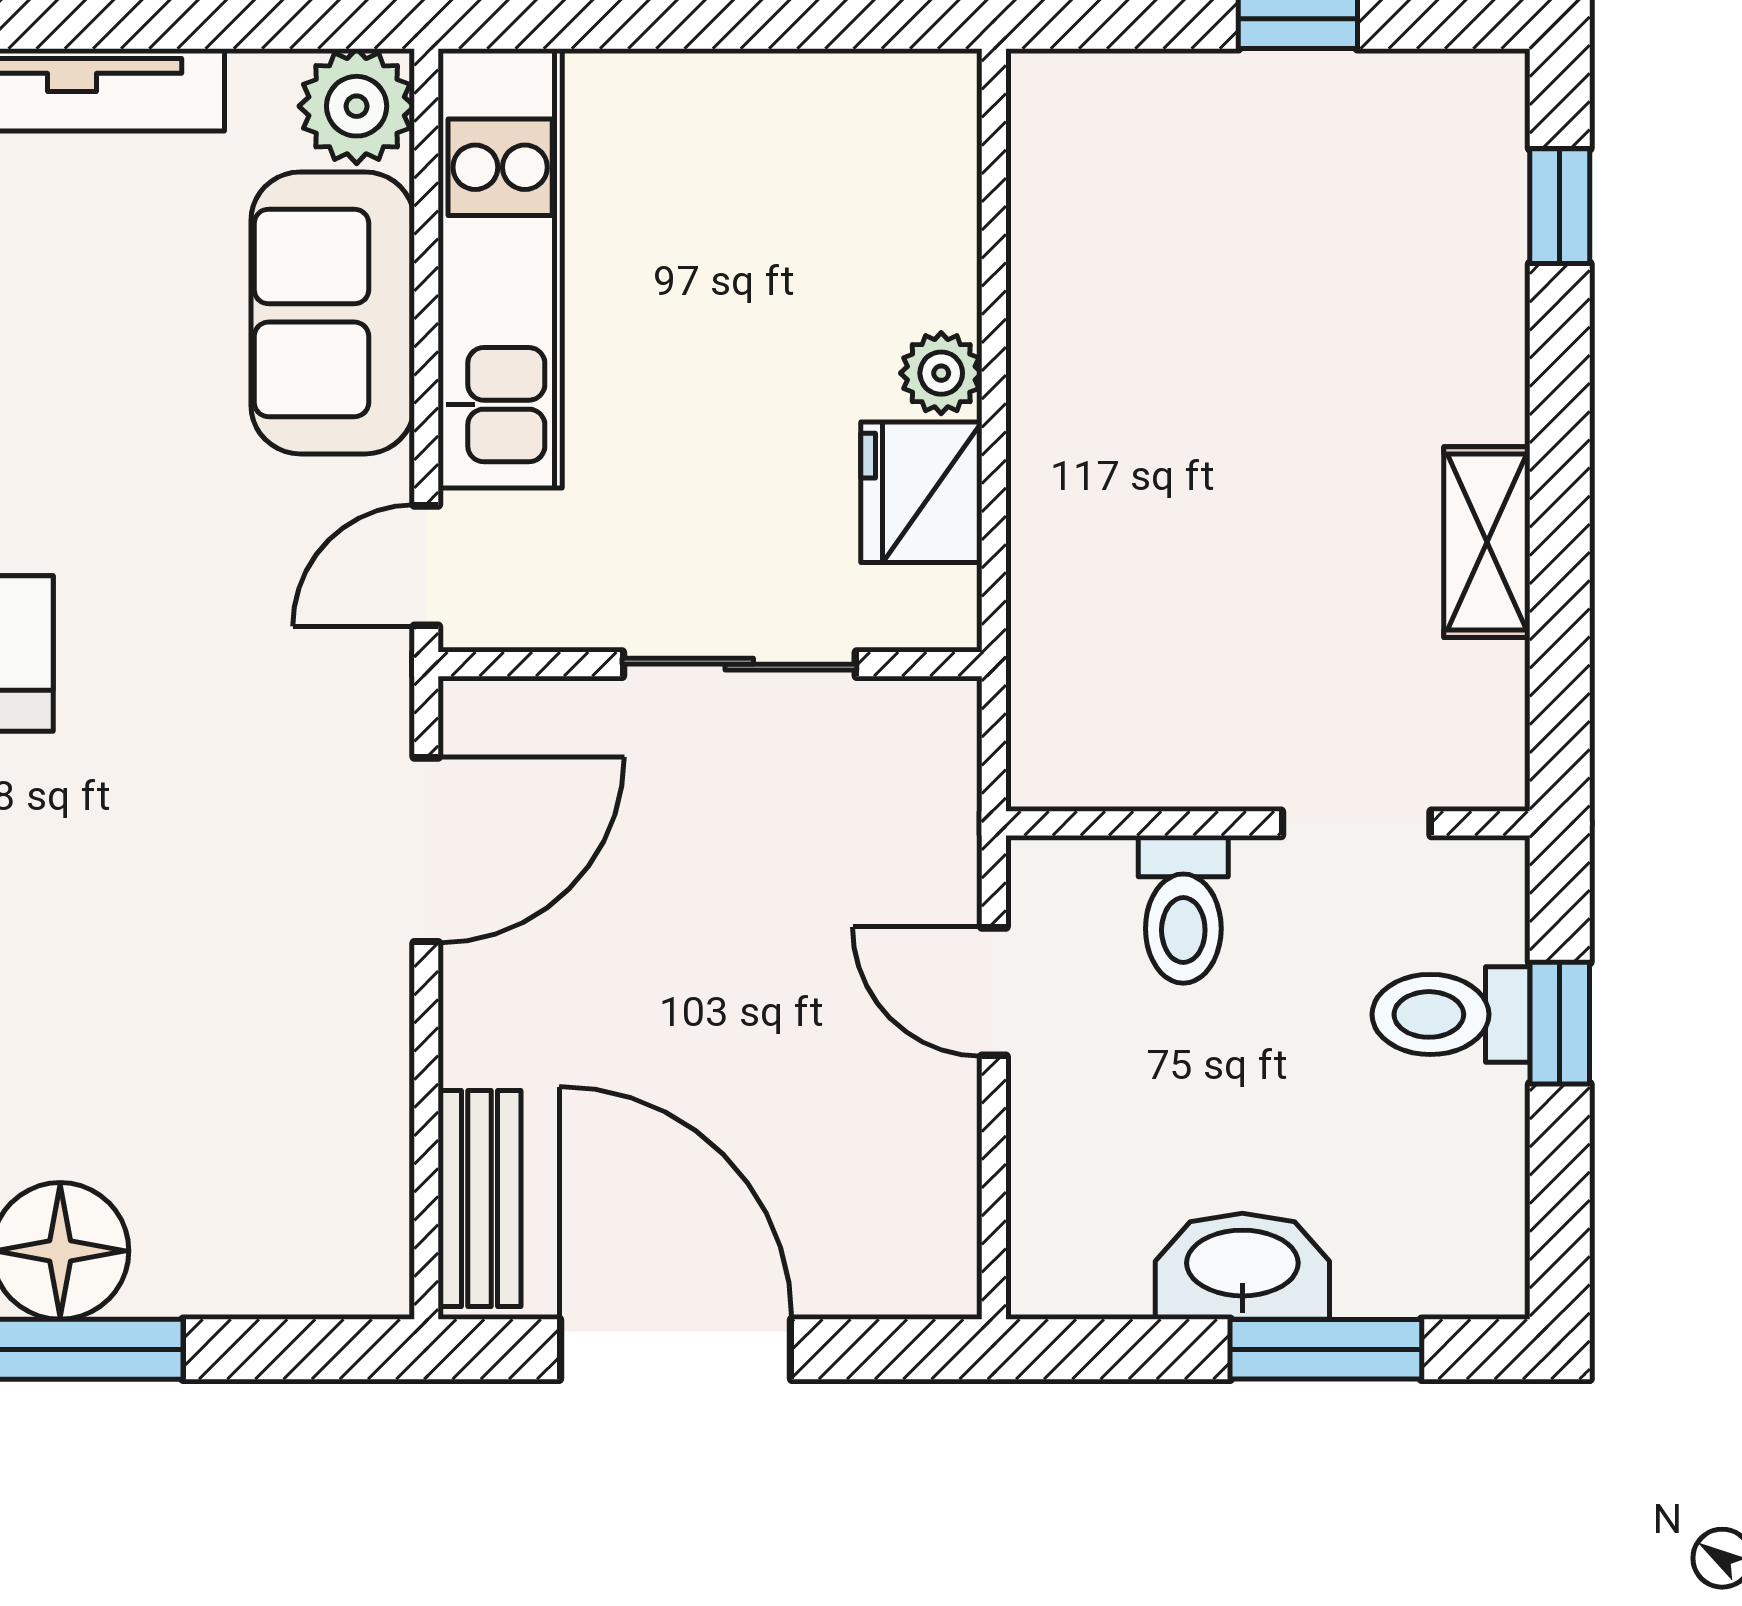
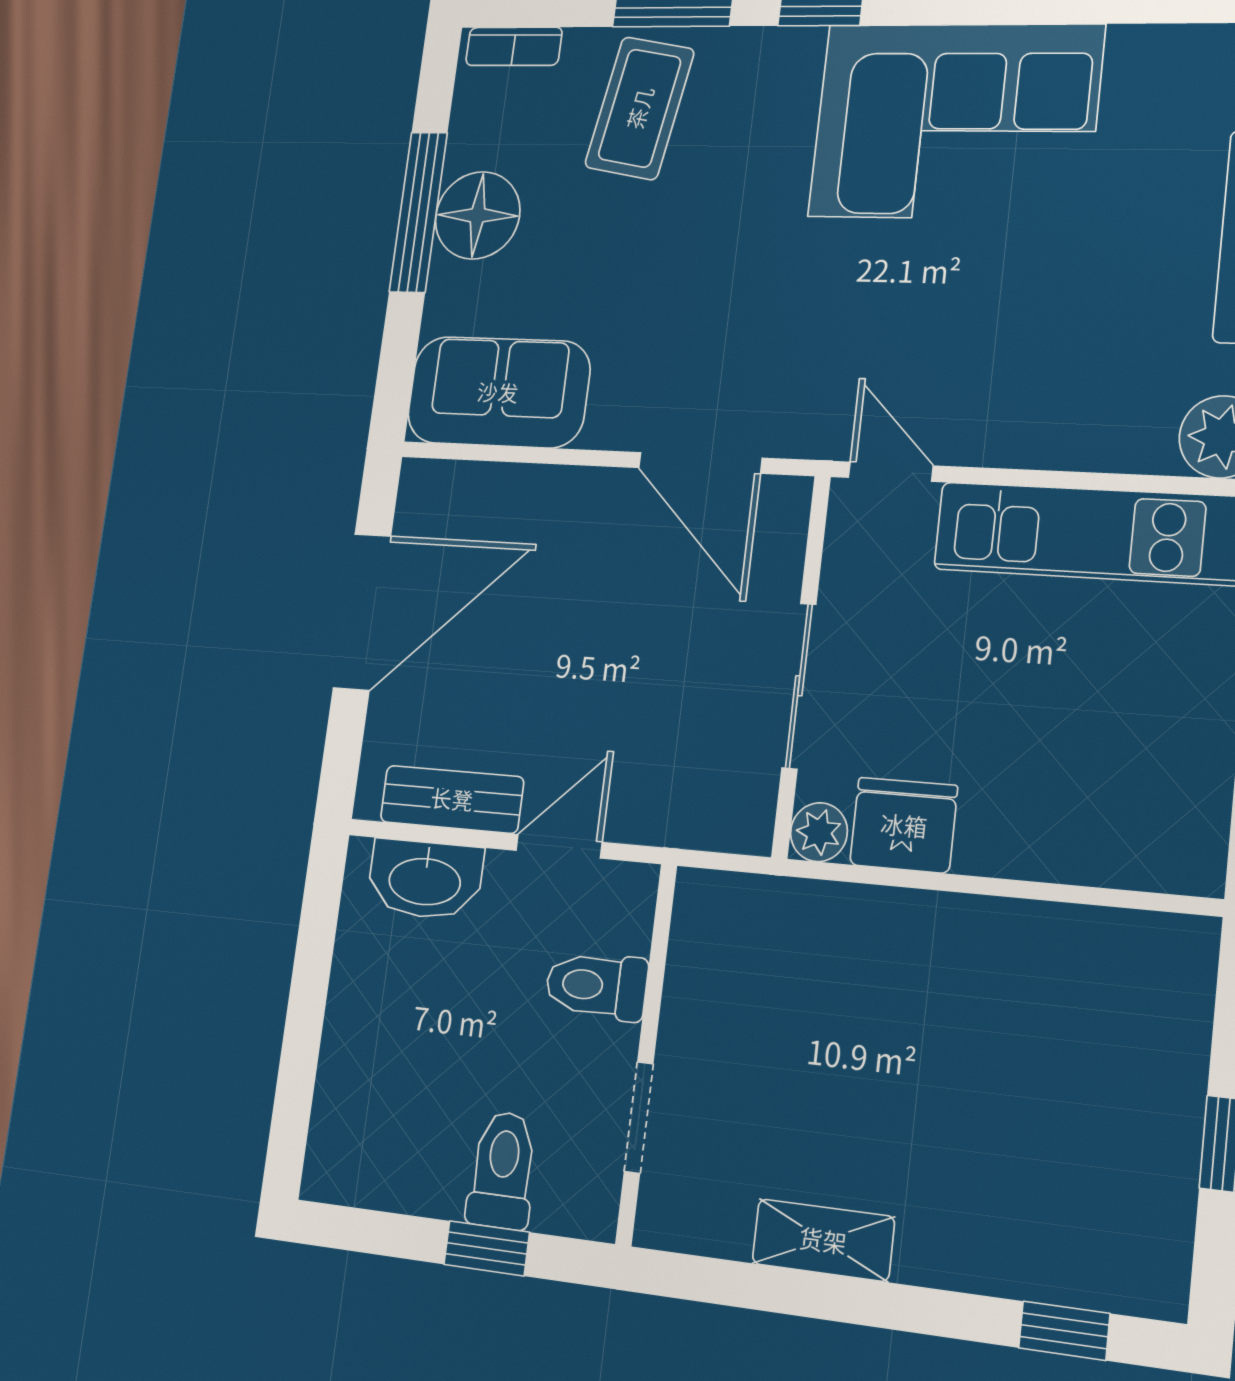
sofa: (333, 313) -> (498, 392), moved
plant: (941, 373) -> (819, 832), moved
bench: (479, 1198) -> (452, 799), moved
washbasin: (1242, 1266) -> (425, 879), moved, turned 90
window: (1326, 1349) -> (300, 1054), removed

